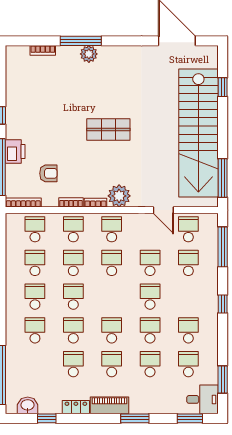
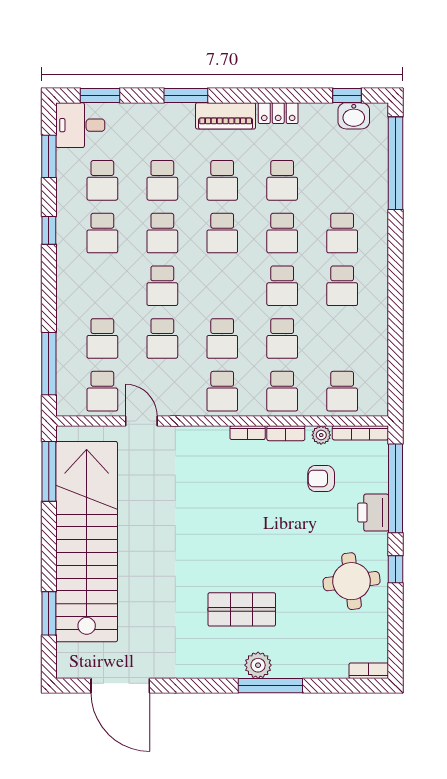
bookcase: (43, 50) -> (369, 671), moved
window: (223, 87) -> (49, 613), width x1.50
round table: (29, 108) -> (352, 581), added
shop shelf: (108, 130) -> (242, 609), moved
plant: (119, 196) -> (321, 435), moved, width x0.53, depth x0.53
school desk: (35, 263) -> (342, 338), removed
window: (223, 304) -> (49, 230), moved
window: (47, 418) -> (347, 95), moved

